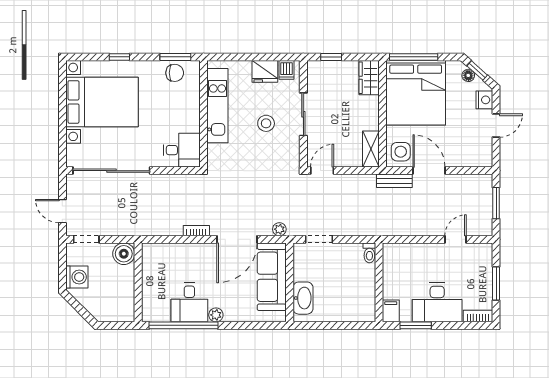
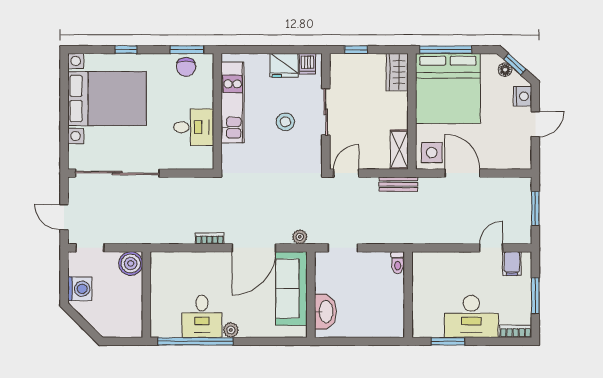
chair: (175, 73) -> (186, 67), turned 90
desk: (182, 150) -> (194, 127), moved
bench: (394, 181) -> (398, 184), moved
filing cabinet: (391, 311) -> (512, 264), moved, turned 180

